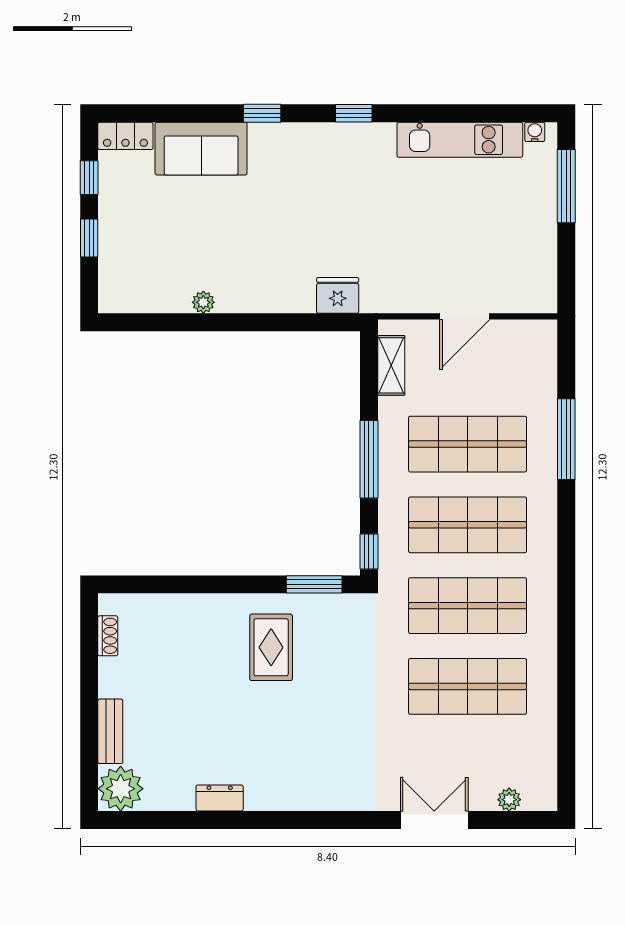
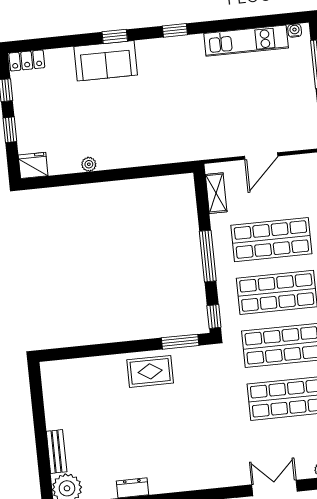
sofa: (201, 149) -> (106, 61), moved
fridge: (338, 295) -> (33, 165), moved
shoe rack: (108, 636) -> (48, 389), removed
rug: (271, 647) -> (150, 371), moved, turned 90

